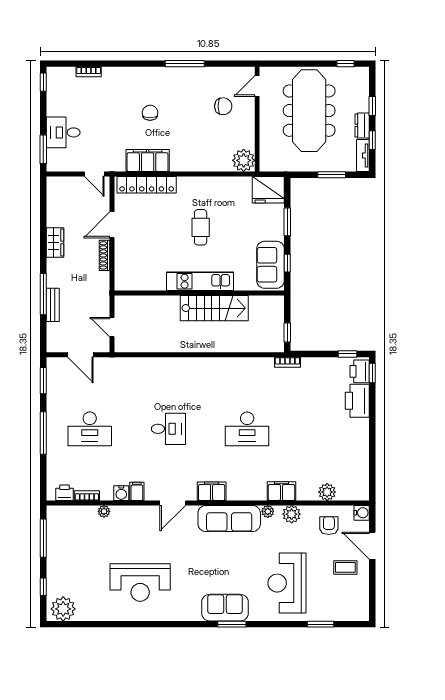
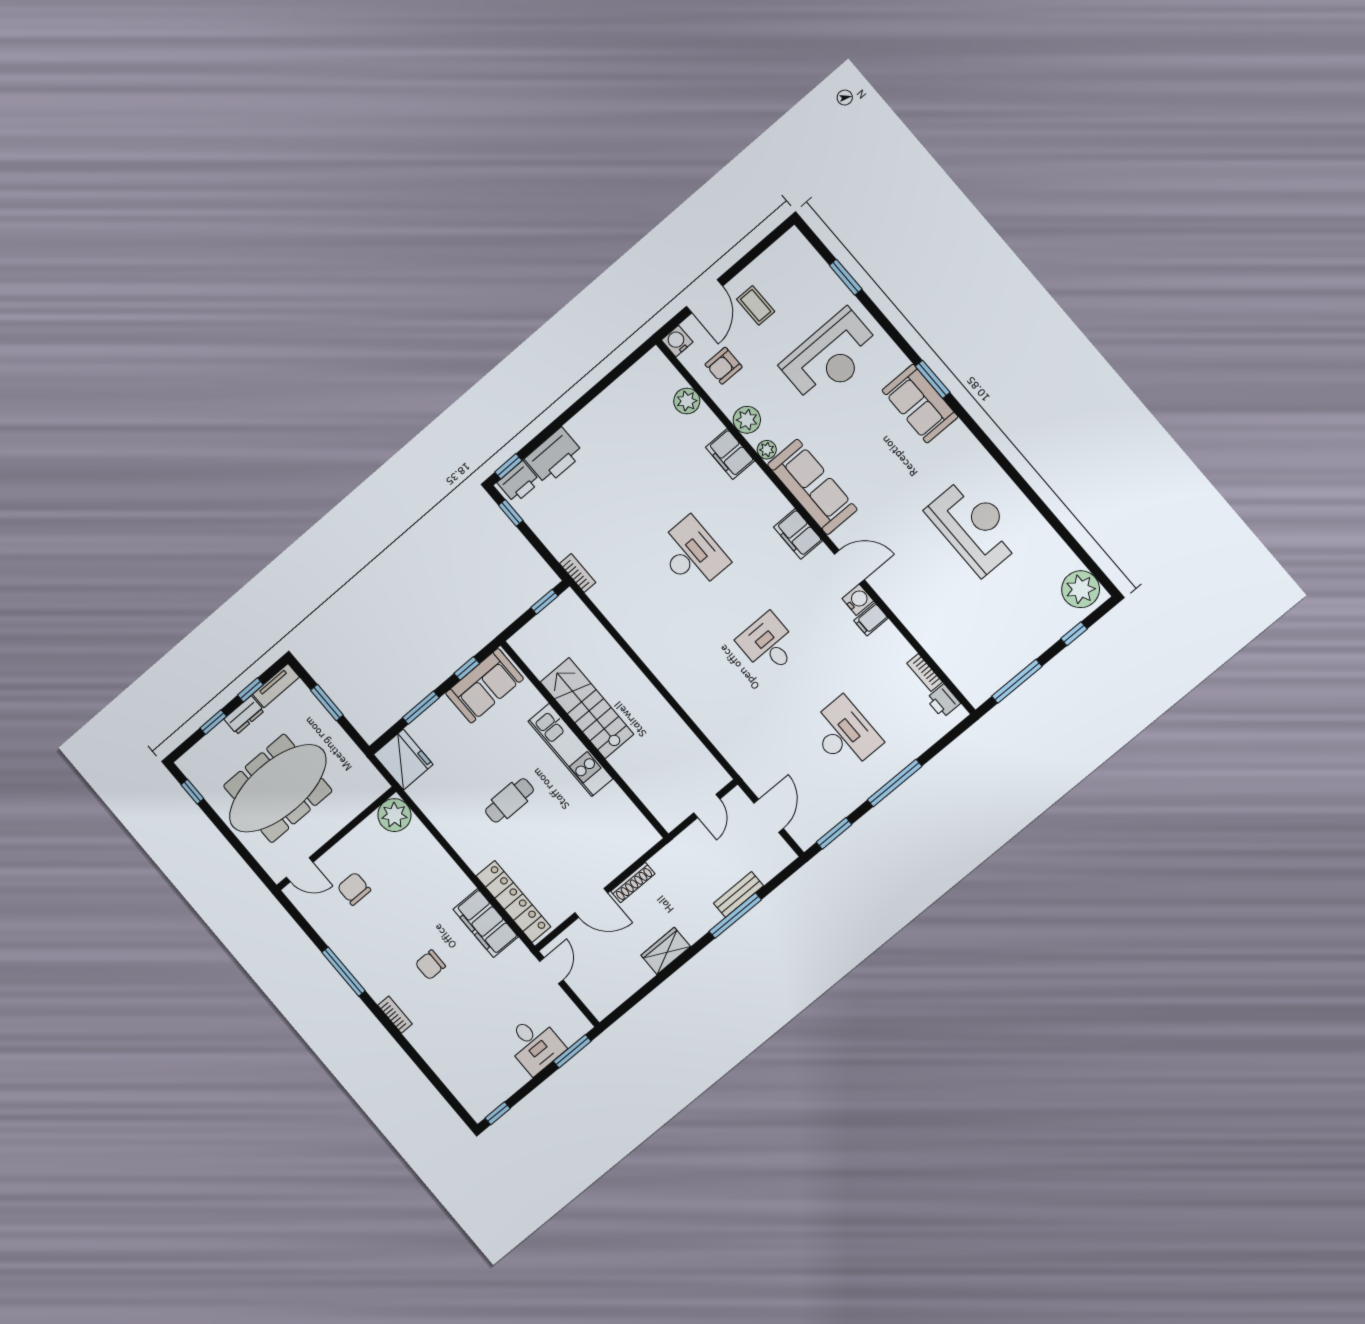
bookcase: (89, 72) -> (395, 1015), moved
water cooler: (121, 493) -> (858, 600), moved
plant: (104, 511) -> (926, 638), removed

